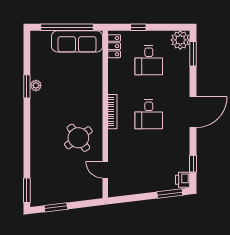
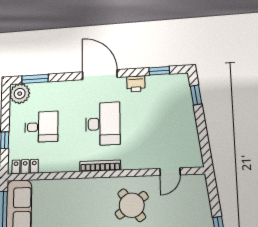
desk: (149, 114) -> (103, 124), width x1.37
printer: (183, 180) -> (136, 84), moved
window: (170, 194) -> (196, 95), width x0.67

